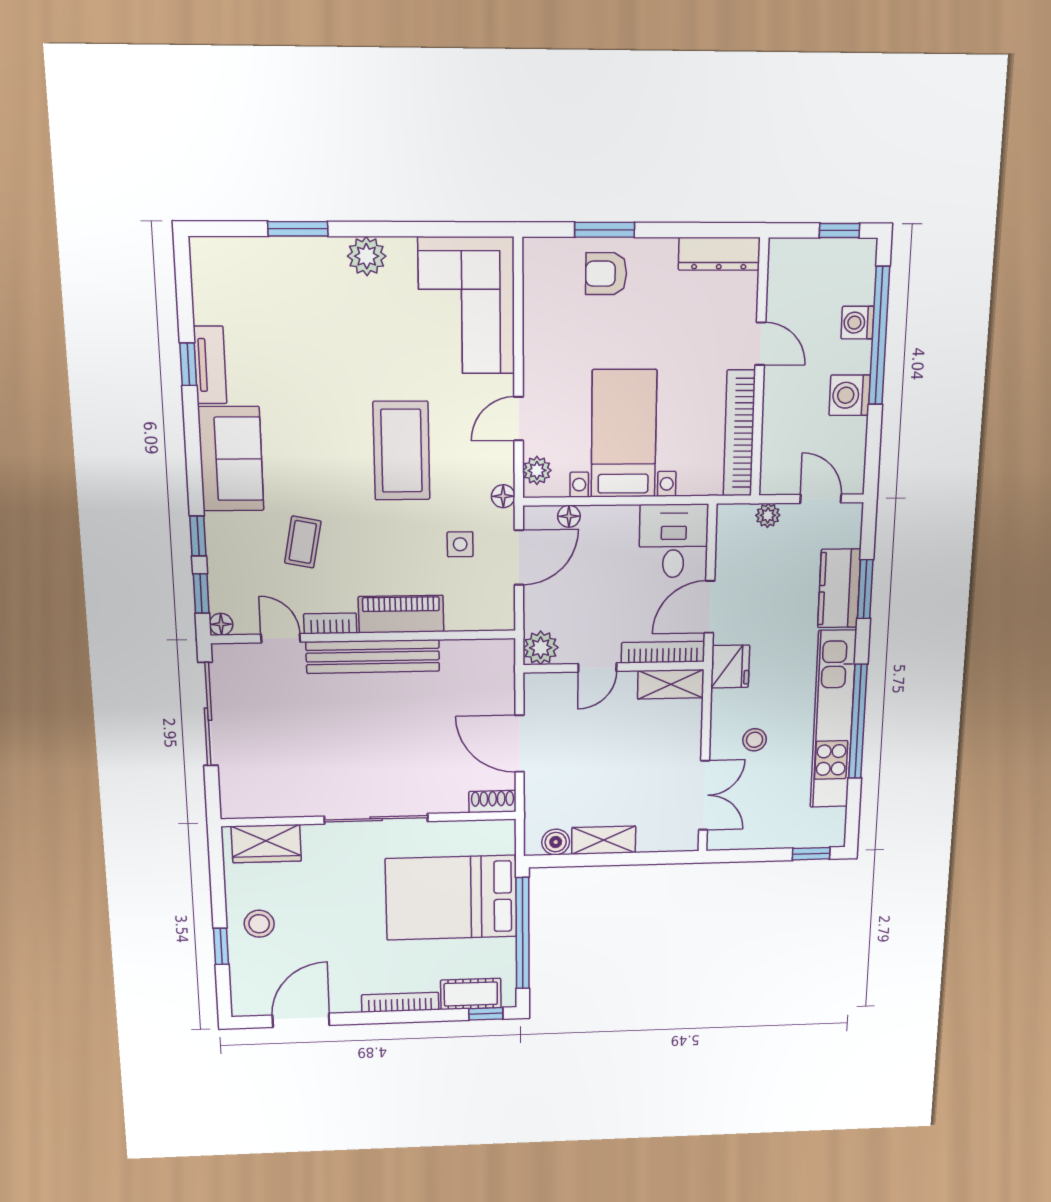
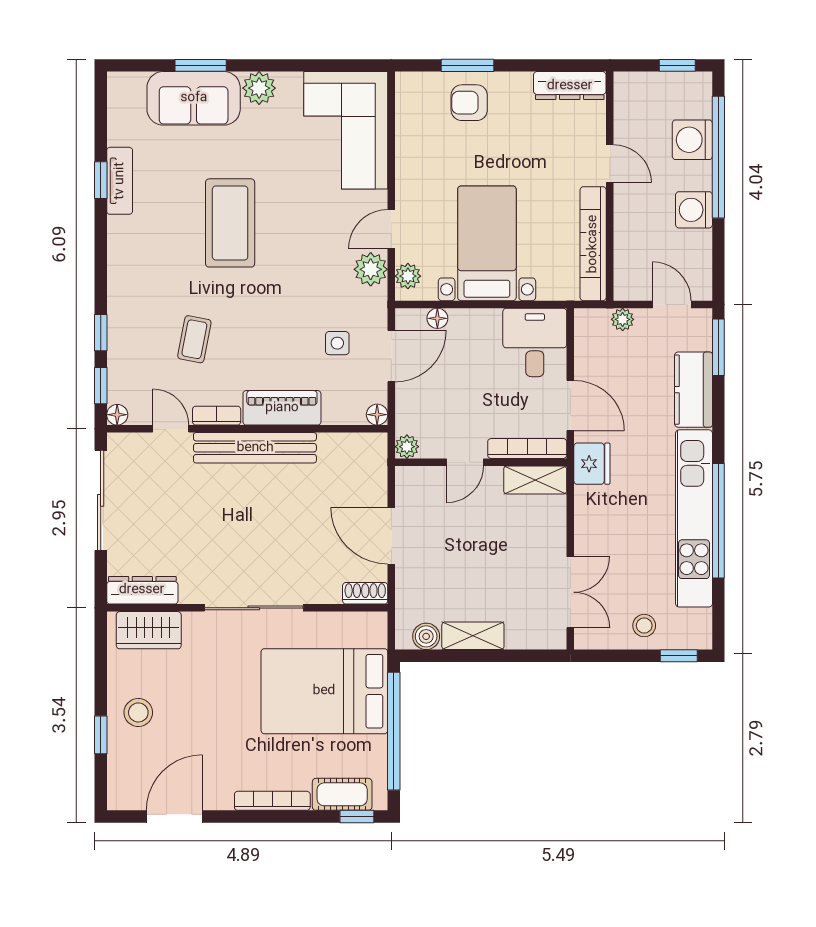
washing machine: (858, 323) -> (692, 140), width x1.38, depth x1.38
coffee table: (401, 451) -> (230, 223), moved
sofa: (231, 459) -> (194, 98), moved, turned 90
plant: (496, 463) -> (371, 269), added
floor lamp: (503, 496) -> (377, 415), moved
window: (865, 589) -> (718, 347), moved
door: (710, 607) -> (570, 406), swing flipped
plant: (541, 648) -> (407, 447), width x0.73, depth x0.73
stool: (755, 740) -> (644, 626), moved
dresser: (258, 804) -> (142, 590), added

